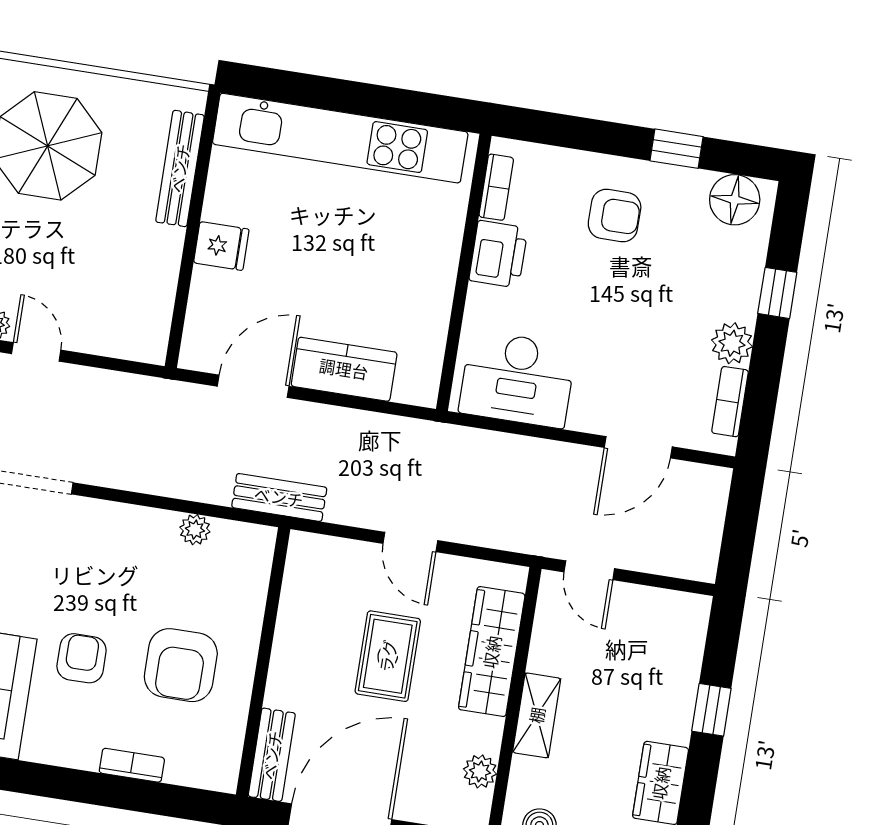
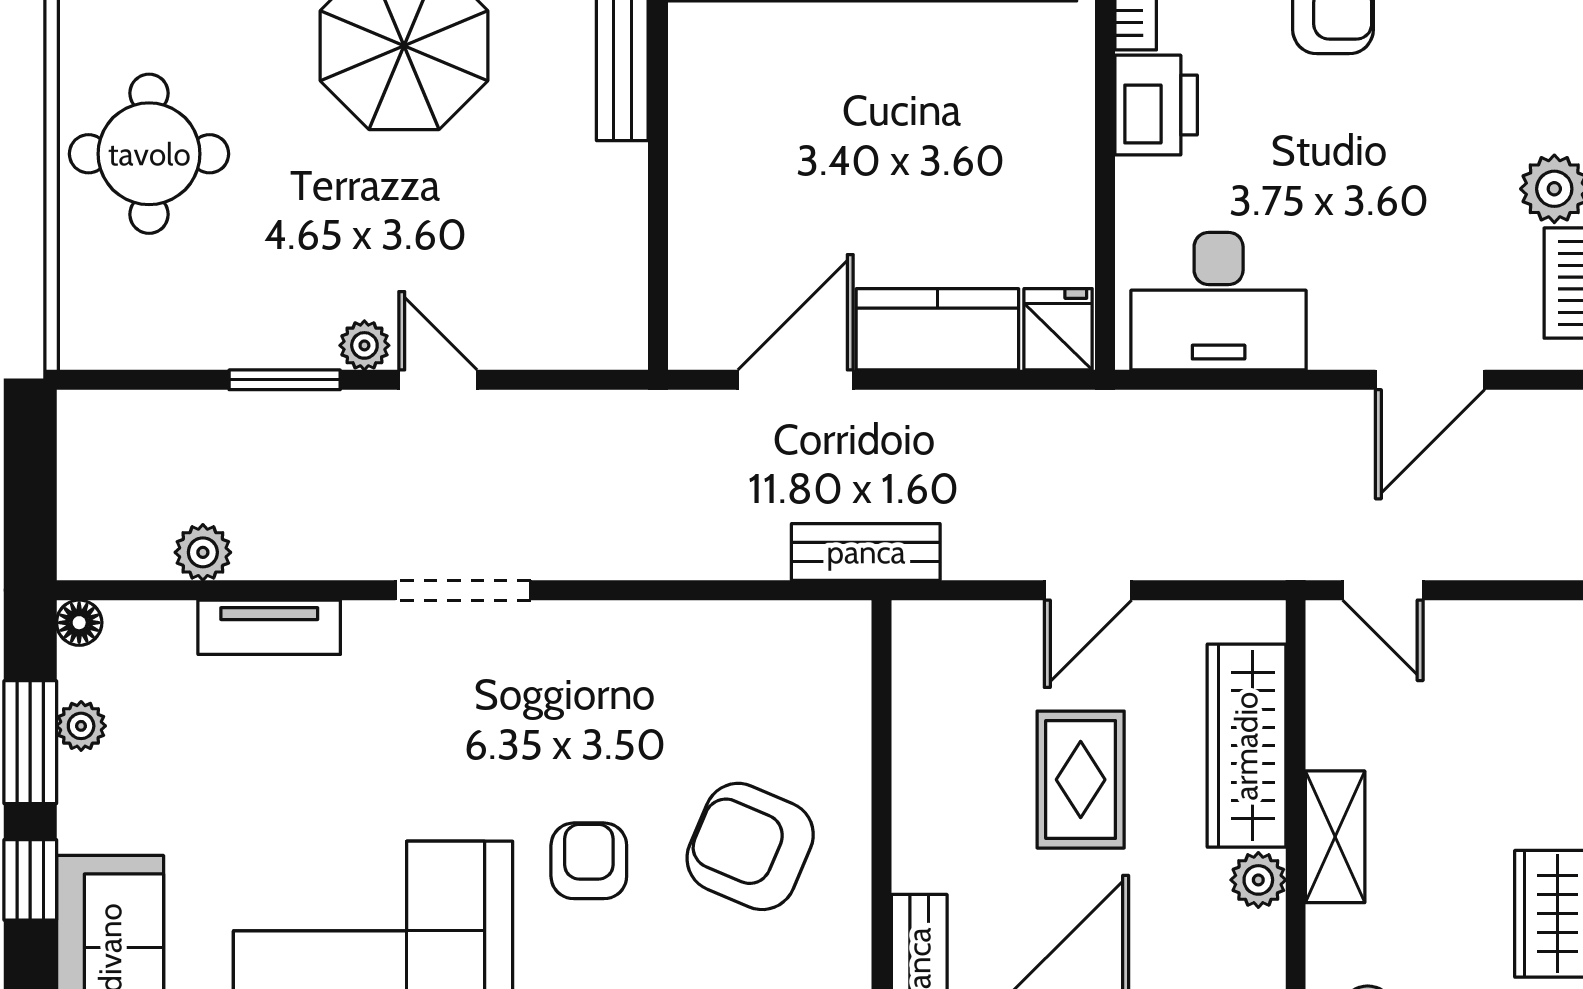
fridge: (221, 246) -> (1058, 329), moved, turned -90
plant: (195, 530) -> (738, 625), removed
door: (410, 542) -> (1088, 590), hinge flipped
armchair: (181, 665) -> (750, 846), turned 113
plant: (480, 771) -> (1258, 880), moved

